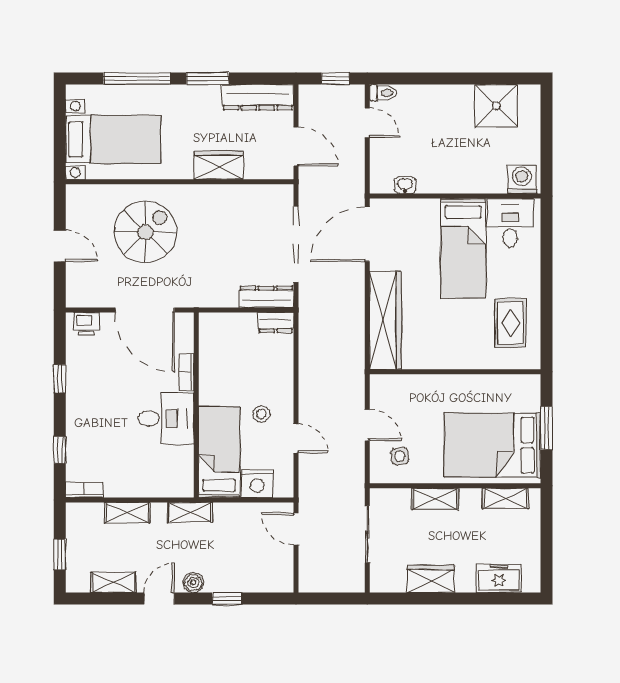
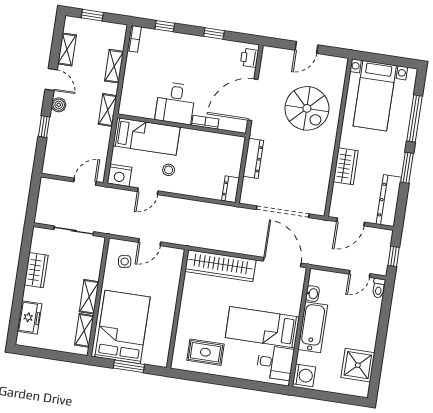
bathtub: (452, 177) -> (313, 327), added
dresser: (266, 297) -> (253, 158), moved
nightstand: (257, 484) -> (119, 175), moved, turned -90
shelving: (435, 499) -> (89, 297), moved

